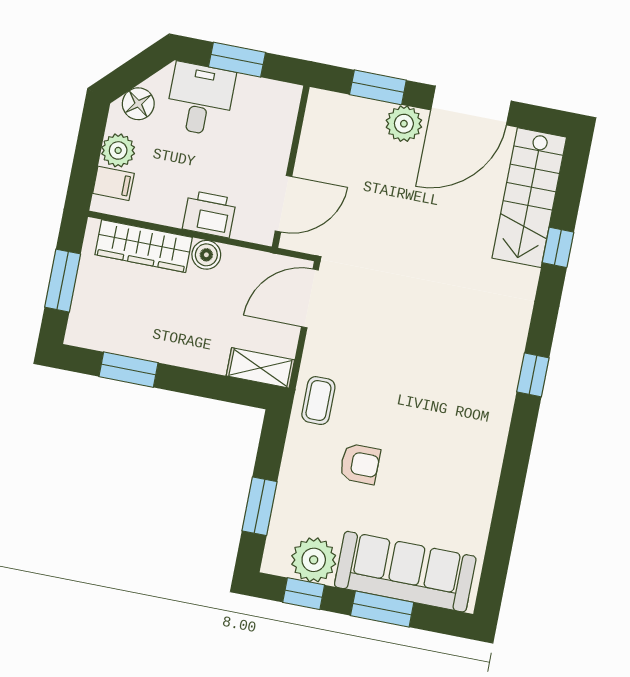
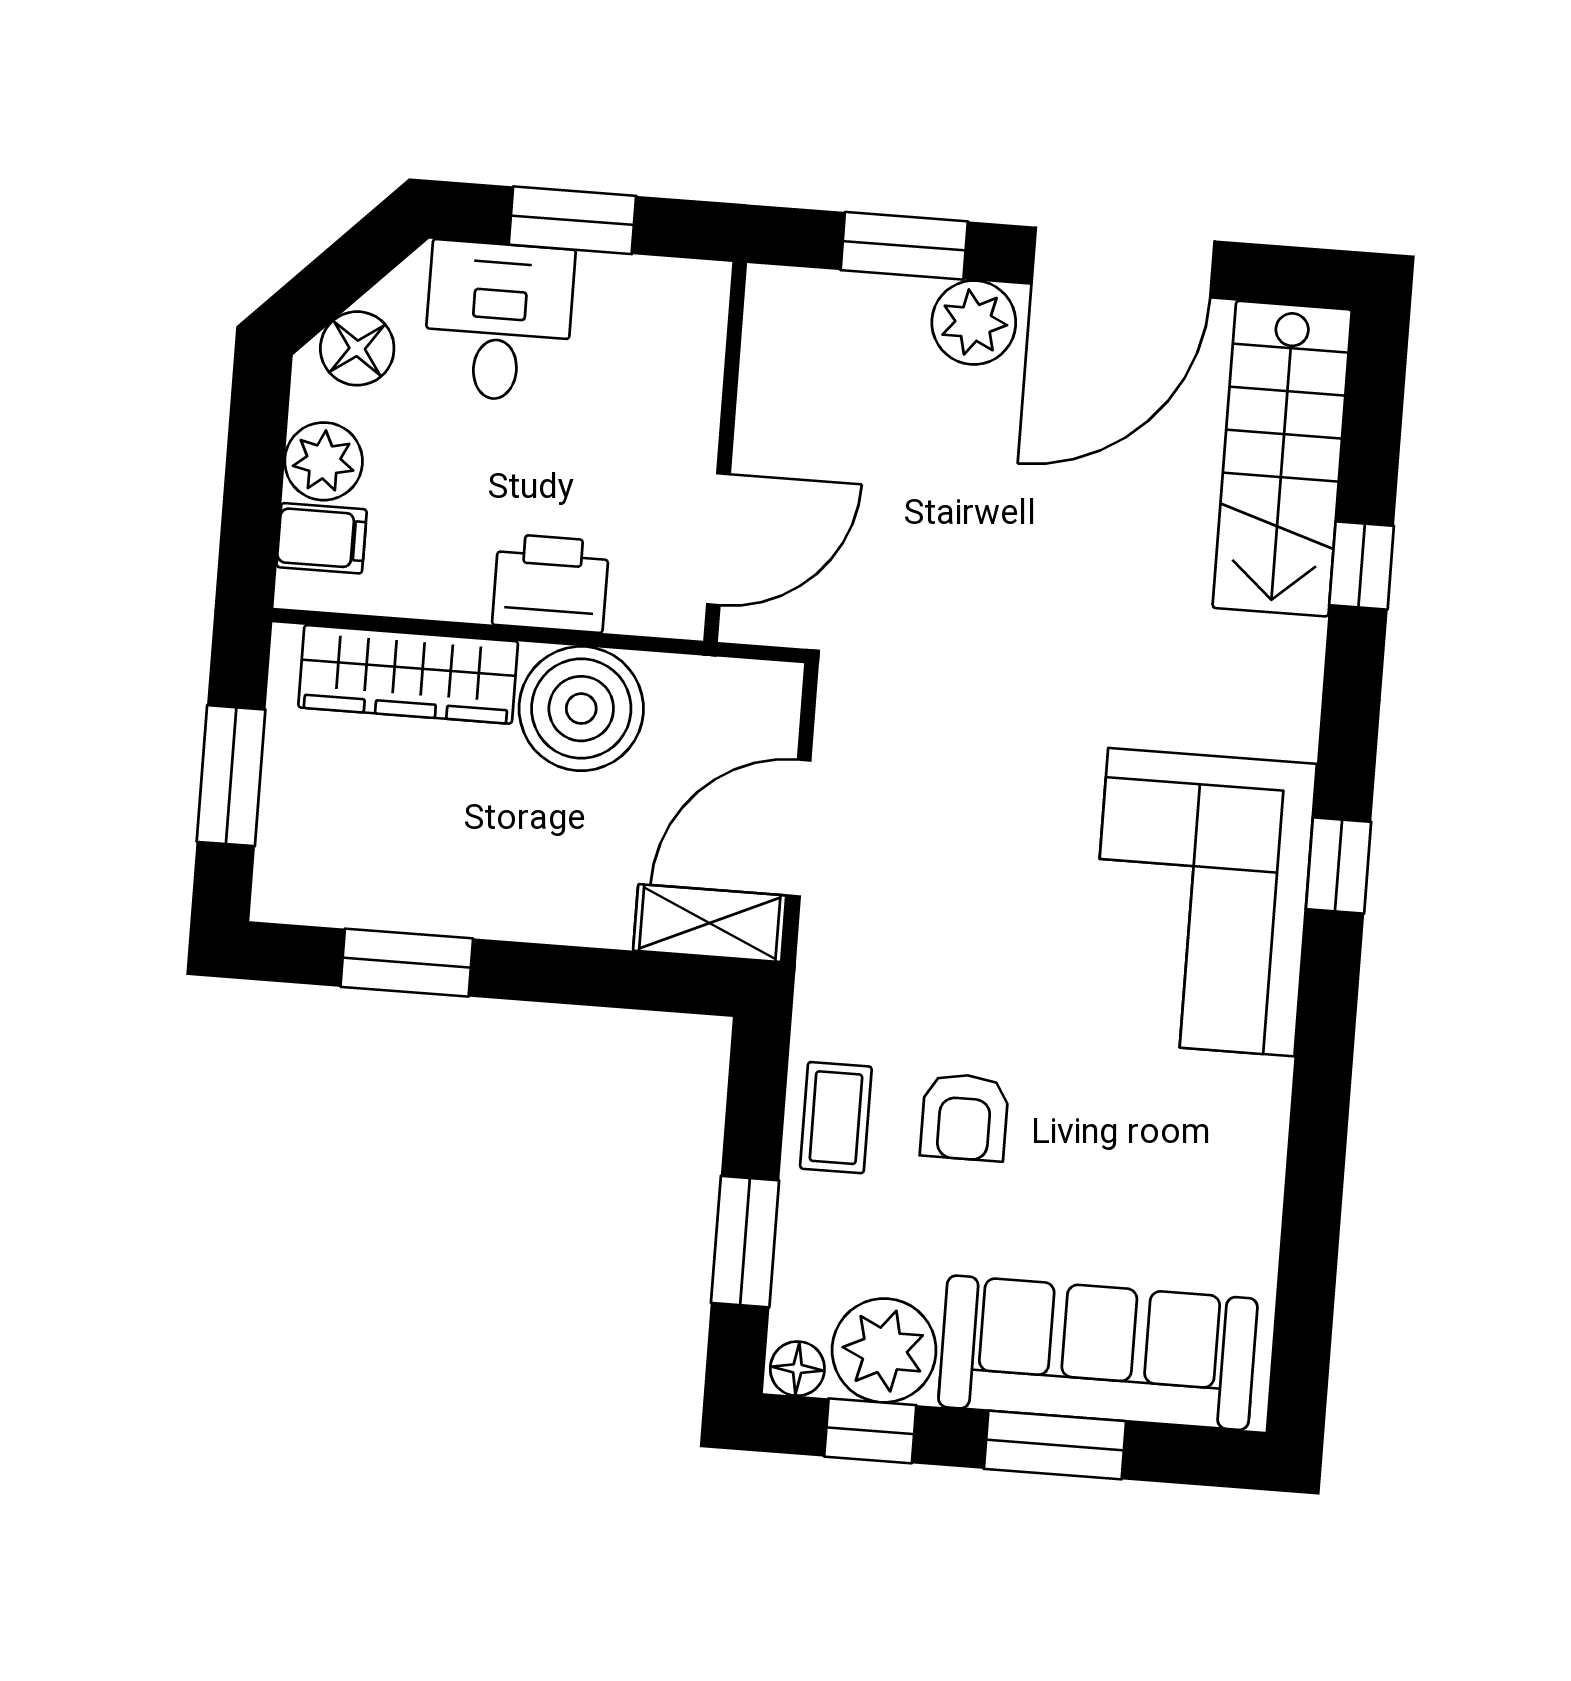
boiler: (206, 255) -> (581, 709), width x1.86, depth x1.86
door: (310, 298) -> (799, 828), moved
corner sofa: (472, 384) -> (1201, 902), added
coffee table: (318, 401) -> (836, 1118), moved
armchair: (360, 464) -> (964, 1117), turned 90
floor lamp: (276, 563) -> (797, 1369), added

